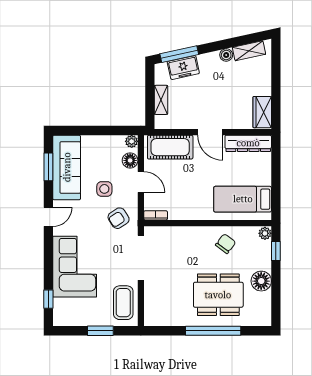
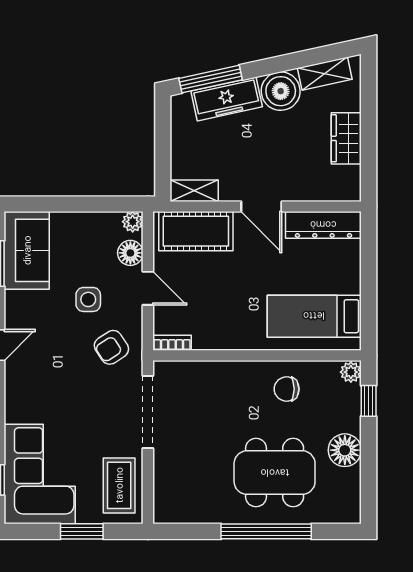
boiler: (226, 55) -> (281, 91), width x1.86, depth x1.86
freezer: (183, 68) -> (227, 99), width x1.40
shelving: (161, 100) -> (194, 191), moved, turned 90
wardrobe: (262, 112) -> (346, 138), moved
sofa: (67, 167) -> (27, 250), width x0.73
chair: (226, 244) -> (287, 389), turned -127
corner sofa: (75, 267) -> (40, 474), moved

